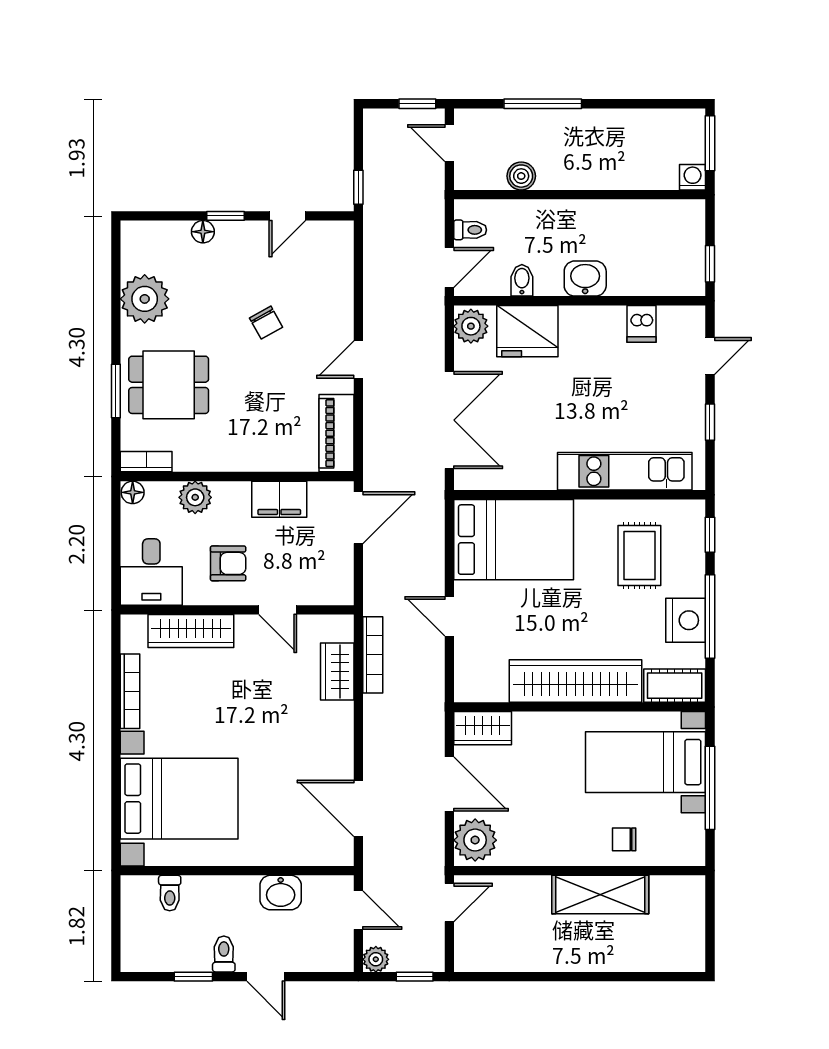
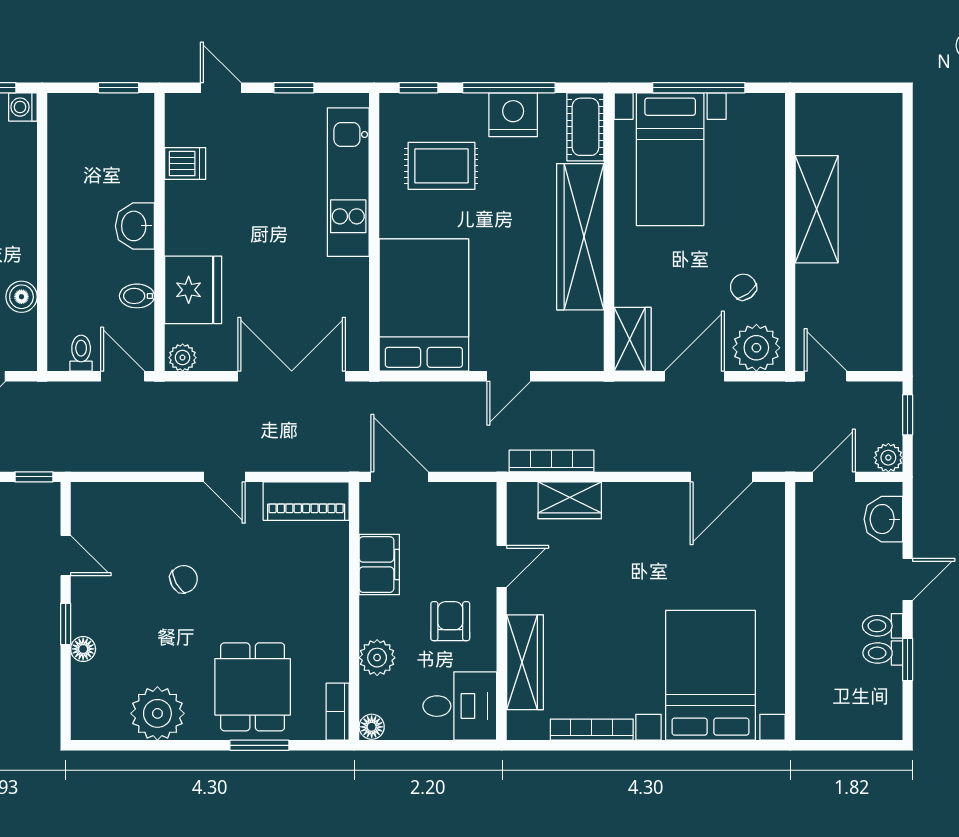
plant: (471, 326) -> (183, 358), width x0.73, depth x0.73
chair: (624, 839) -> (743, 287), moved, turned 143
toilet: (170, 893) -> (883, 653), moved, turned 180
washbasin: (281, 893) -> (883, 519), moved, turned 180

